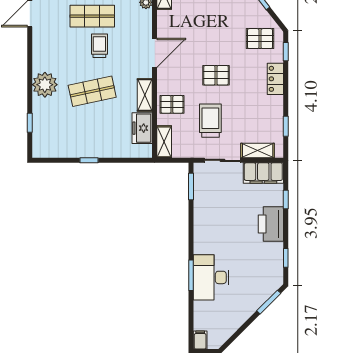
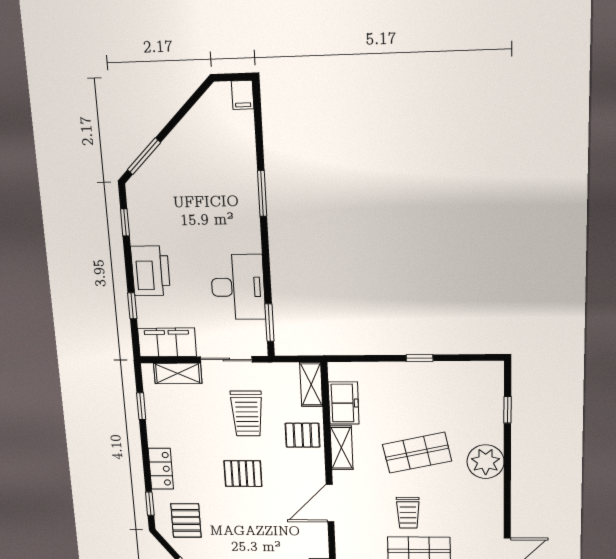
pallet: (260, 39) -> (186, 520), turned 90
desk: (211, 277) -> (238, 287), moved

